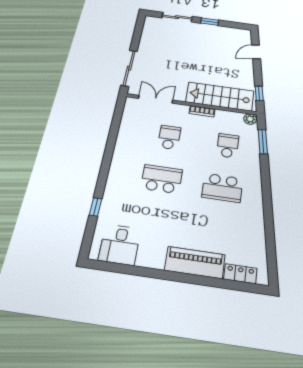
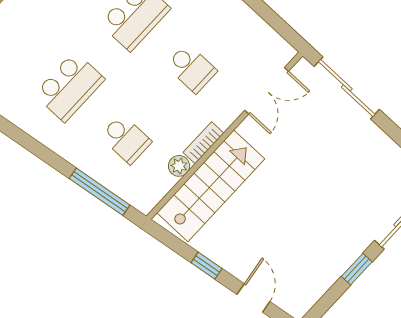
window: (259, 93) -> (207, 266), moved
plant: (250, 119) -> (179, 166), moved
window: (263, 142) -> (100, 192), width x1.44
school desk: (222, 188) -> (70, 87), turned 180

